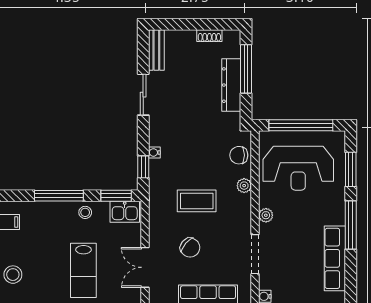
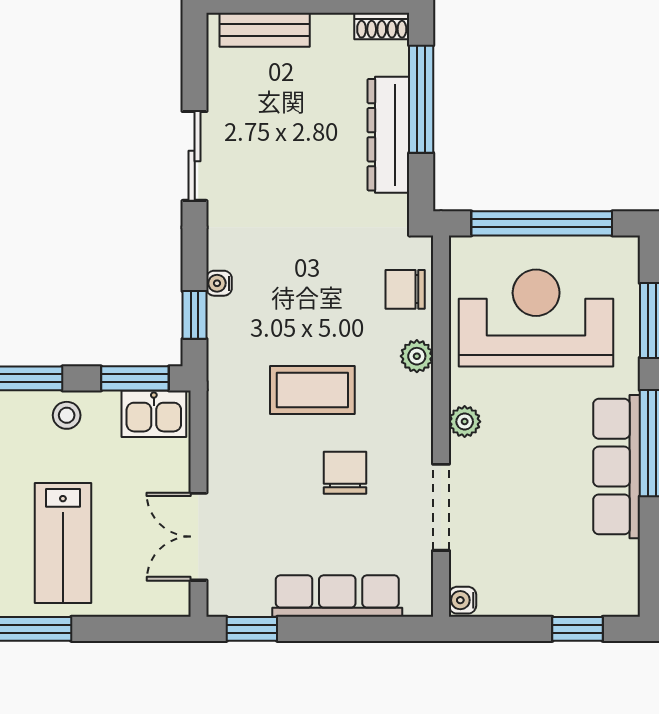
shoe rack: (209, 36) -> (382, 26), moved
bench: (156, 50) -> (265, 30), moved, turned 90
reception desk: (298, 168) -> (536, 318), turned 180
chair: (190, 248) -> (345, 473), moved, turned -130
row of seats: (335, 258) -> (617, 467), moved

